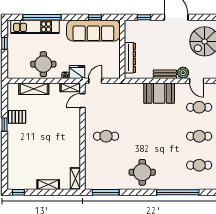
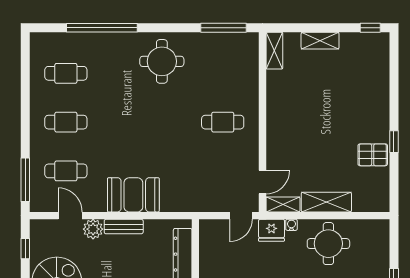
shelving: (34, 89) -> (326, 202), moved

